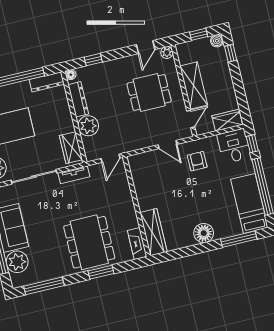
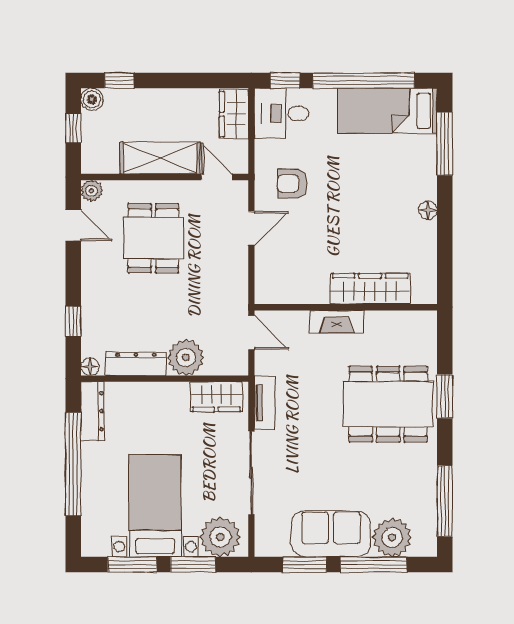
wardrobe: (153, 232) -> (370, 289), moved
floor lamp: (204, 233) -> (428, 210), width x0.53, depth x0.53
fireplace: (137, 244) -> (337, 322), moved

